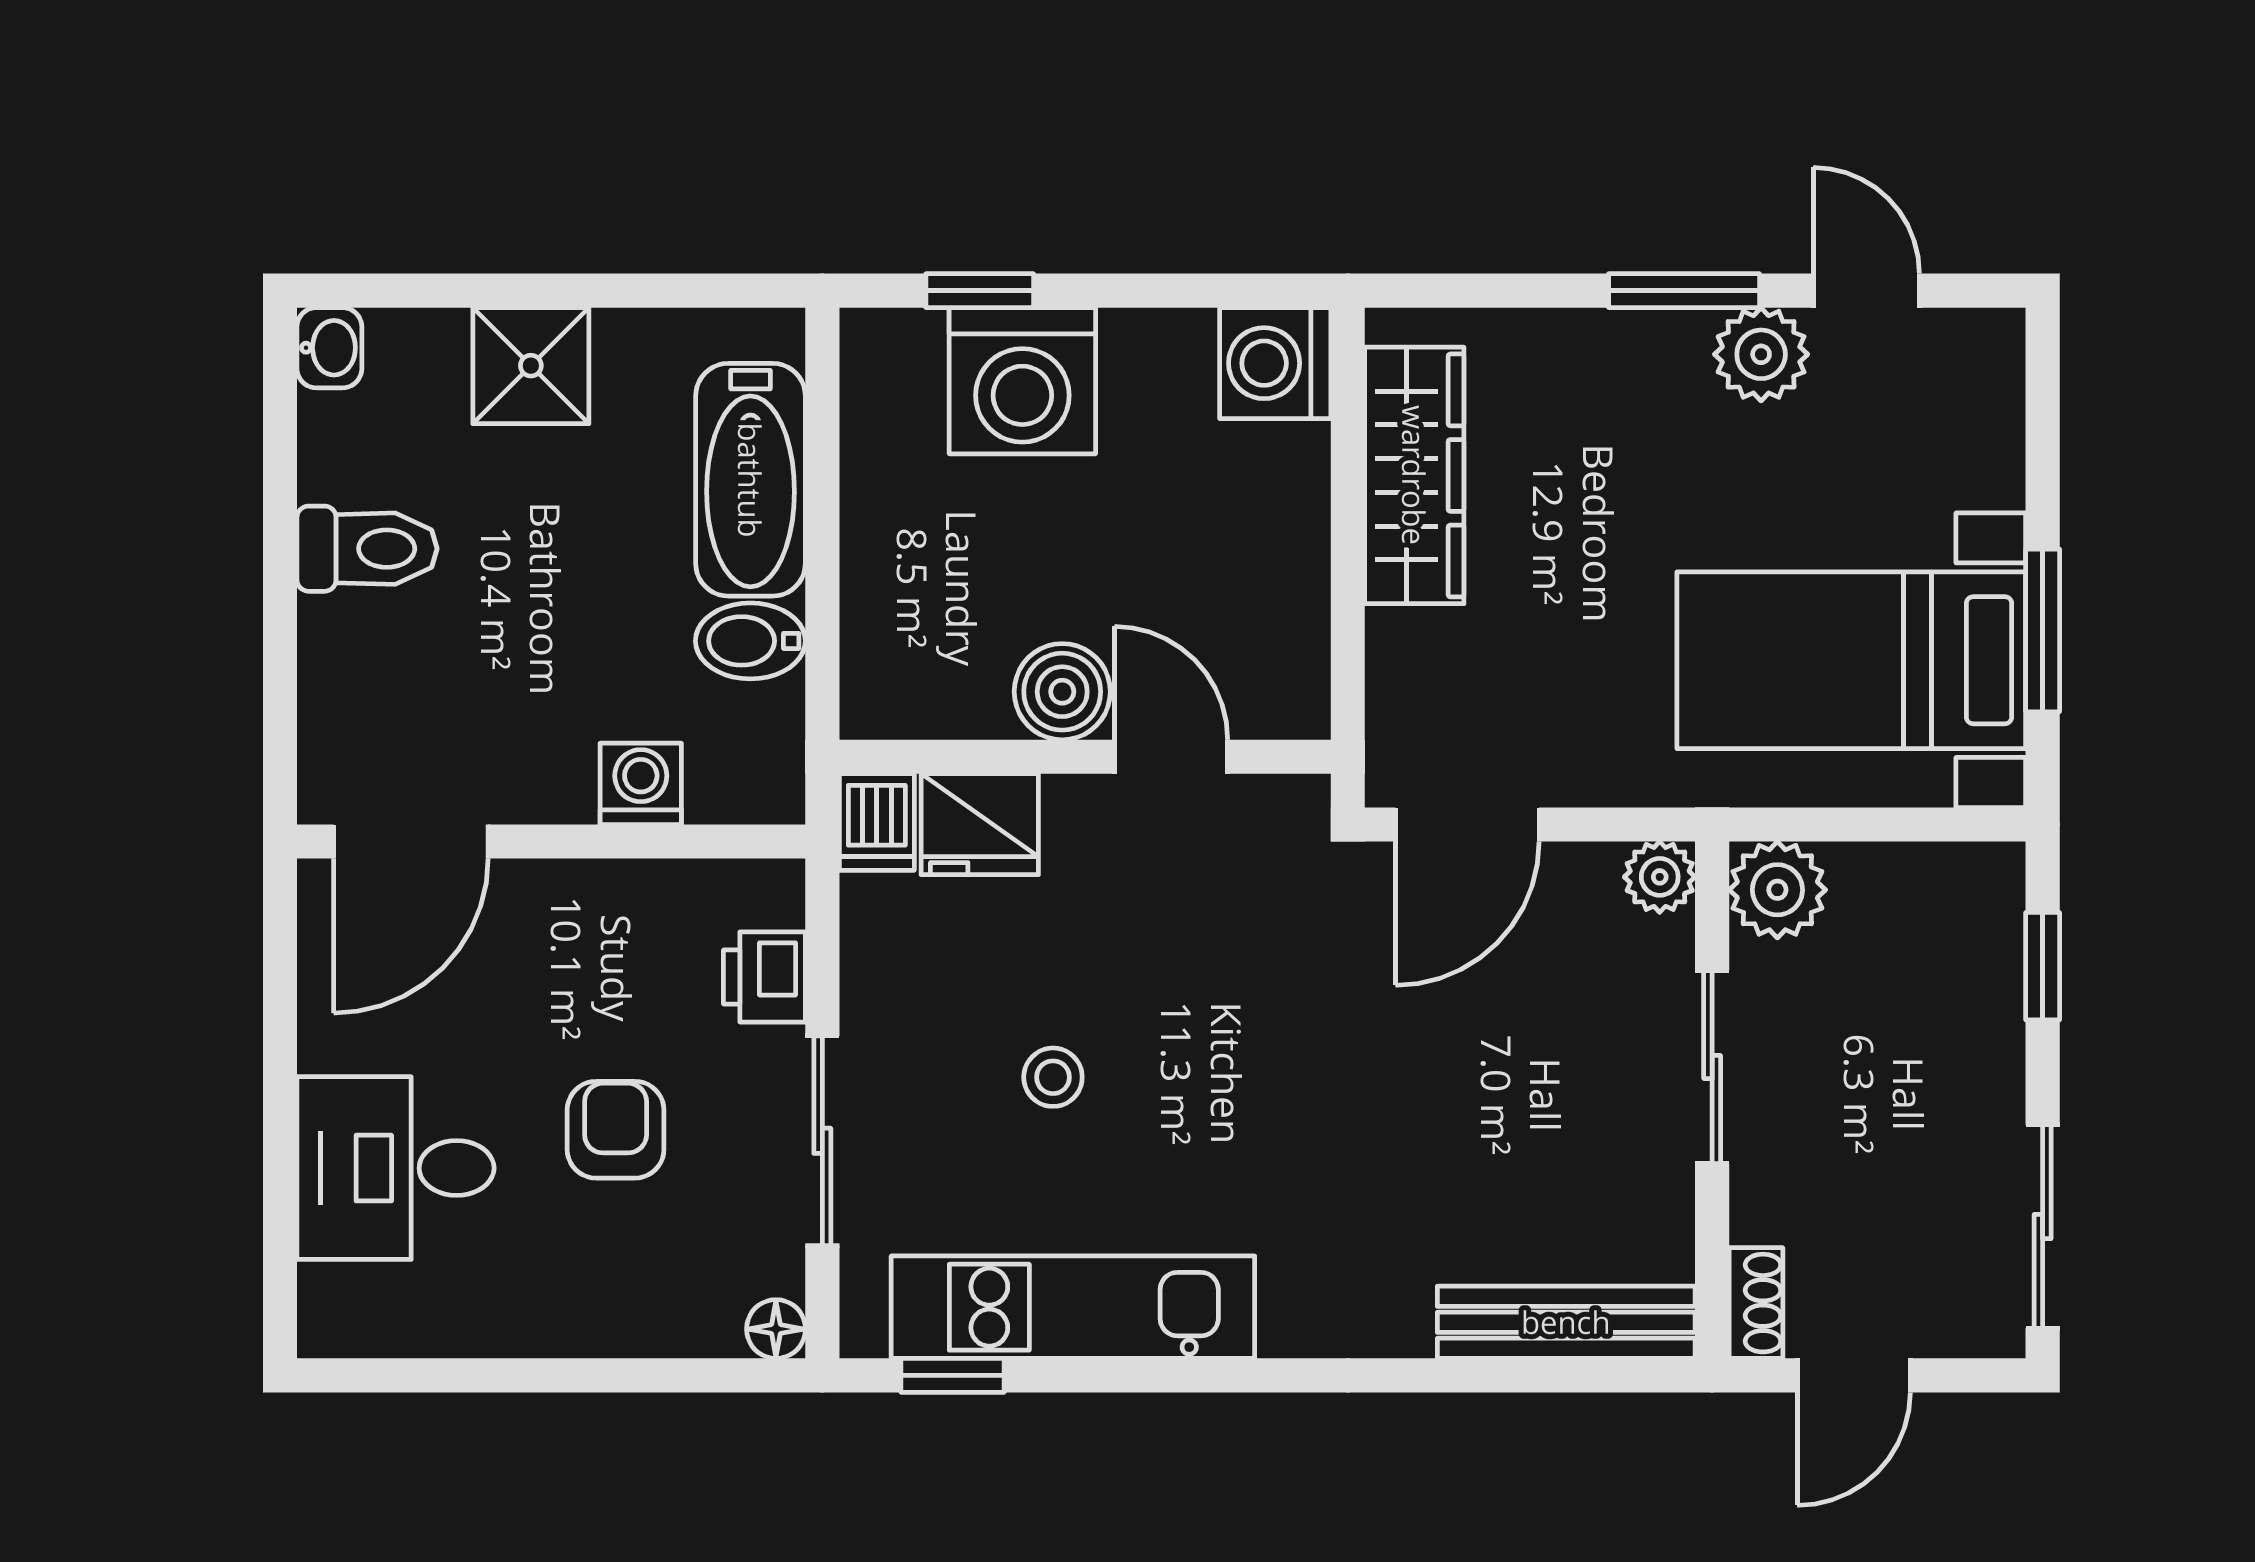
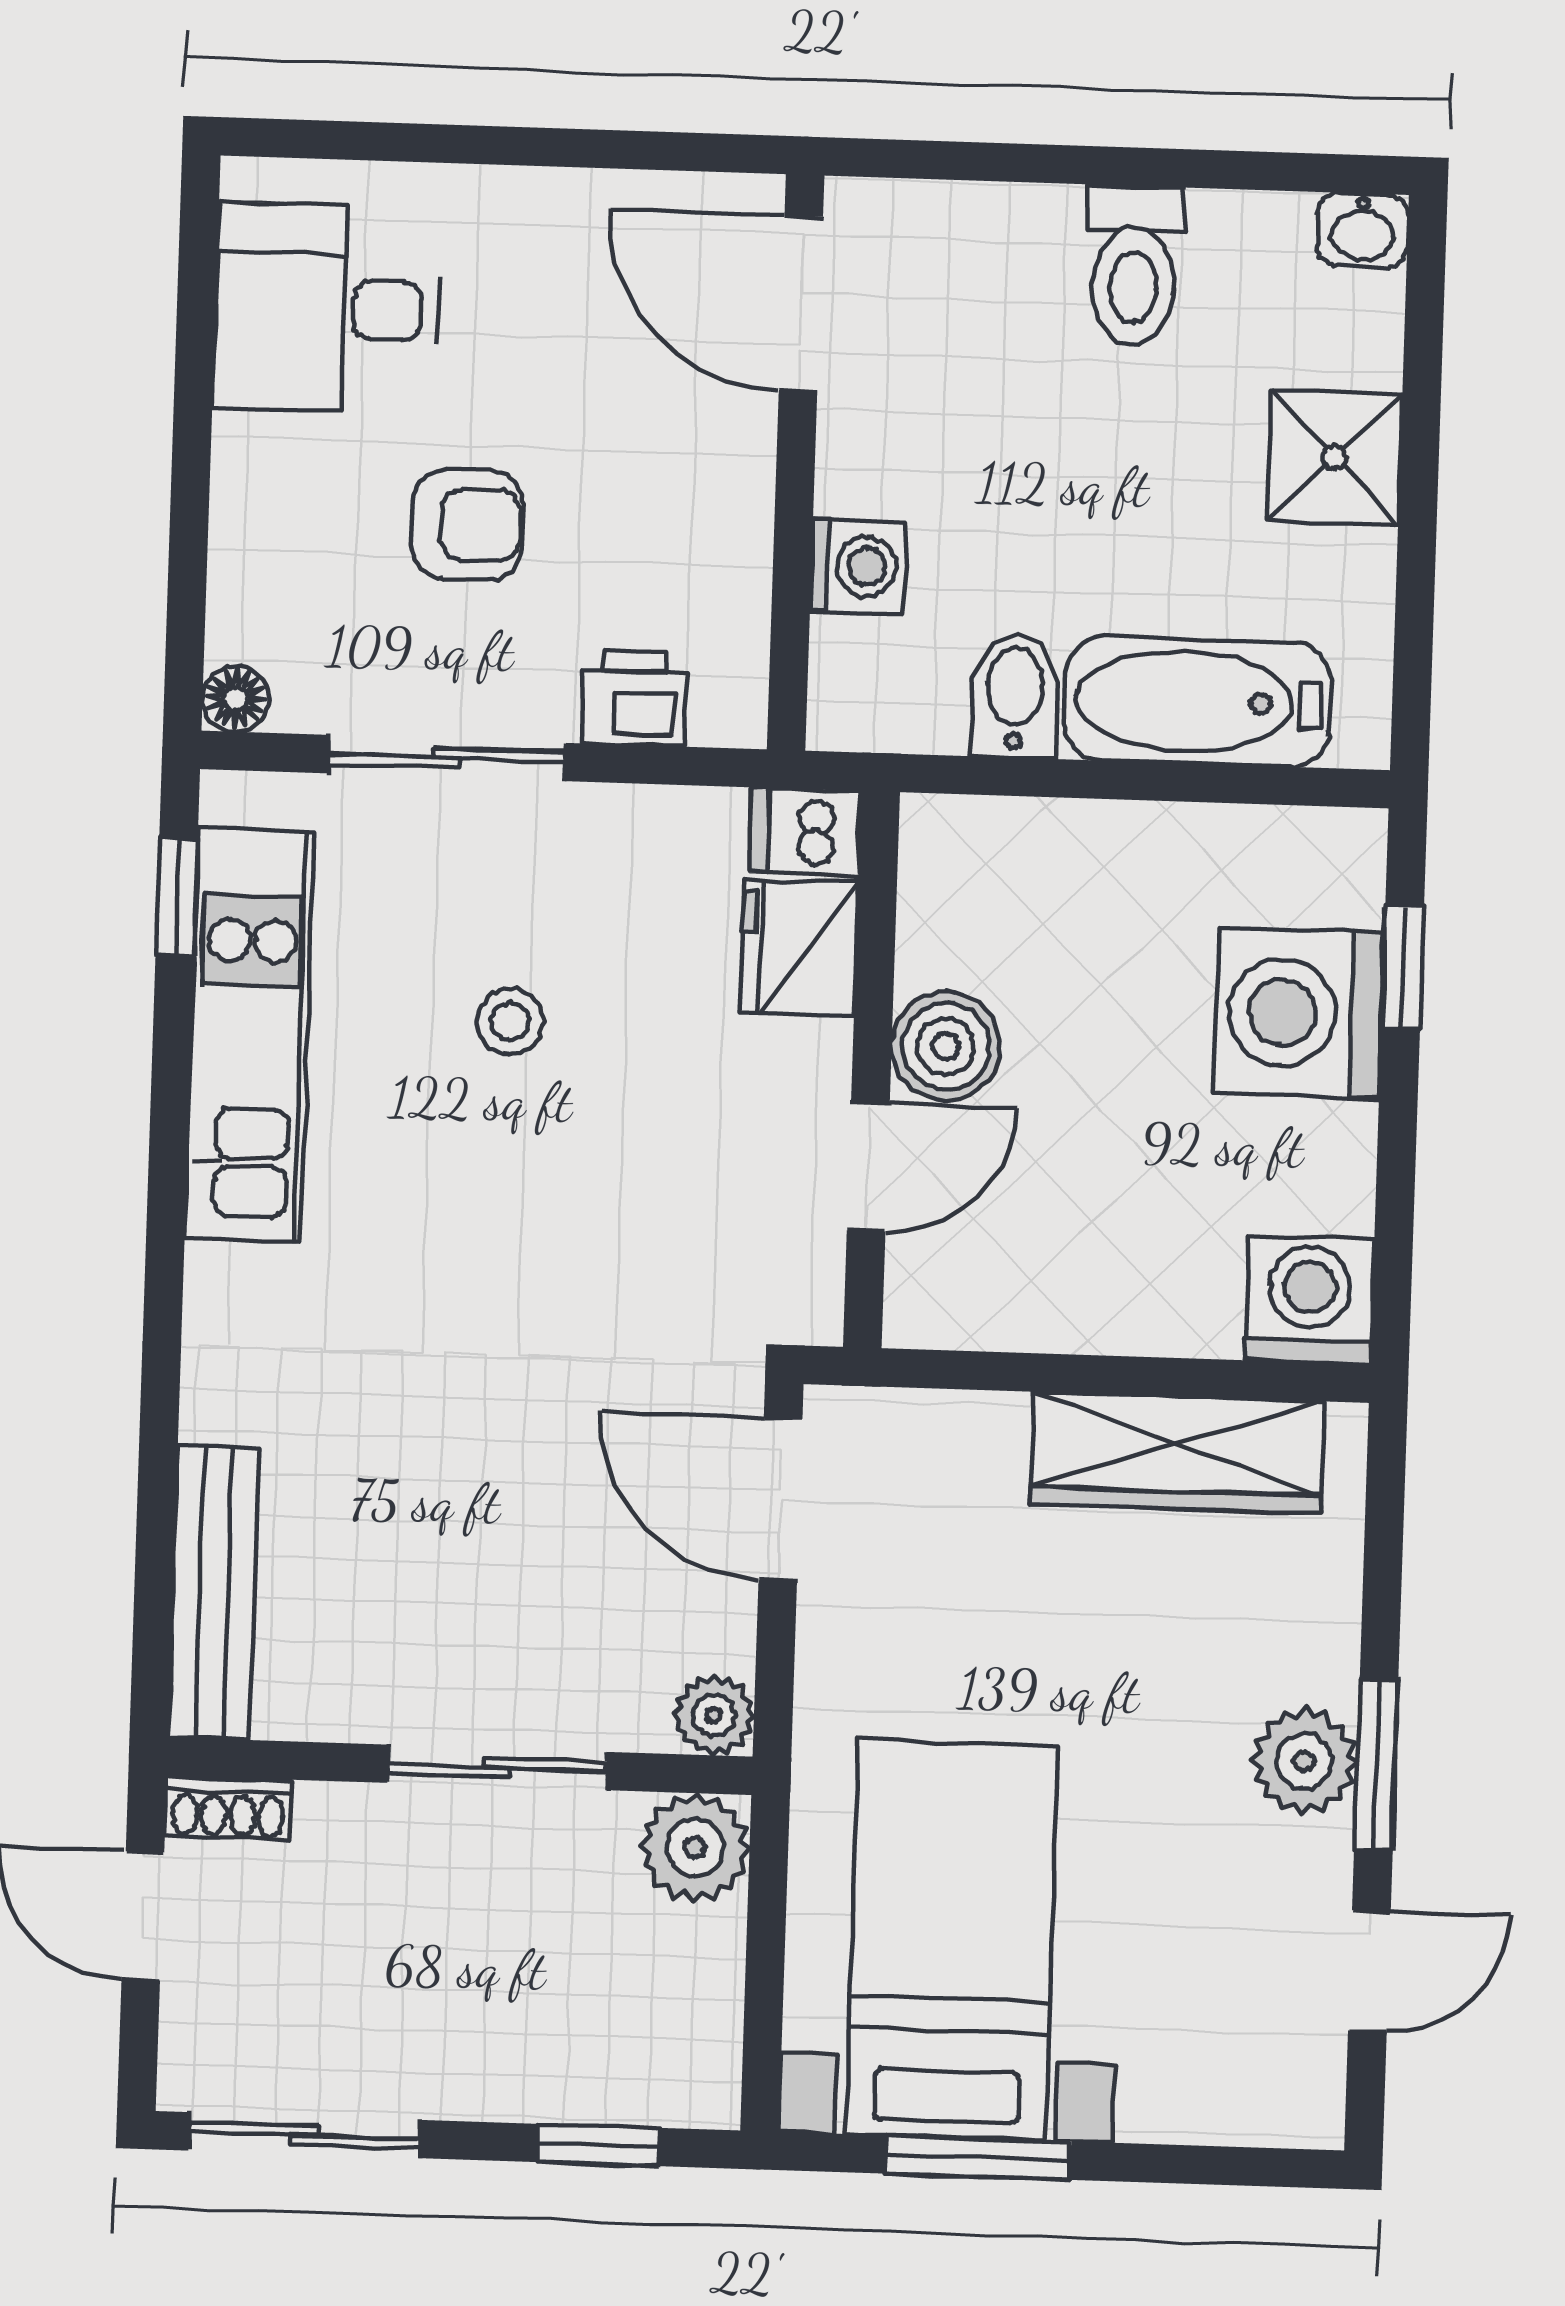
plant: (1761, 354) -> (1304, 1762), moved
desk: (395, 1168) -> (327, 308), moved, turned -90

